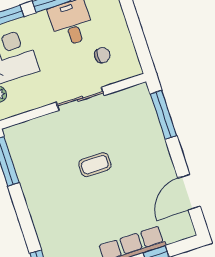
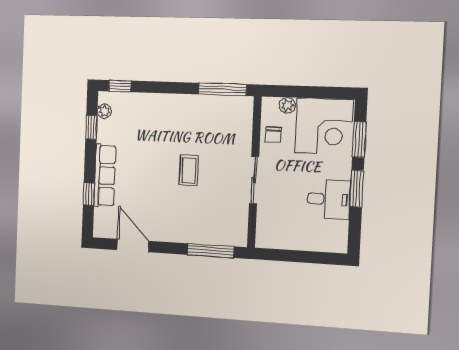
chair: (102, 55) -> (273, 135), moved

